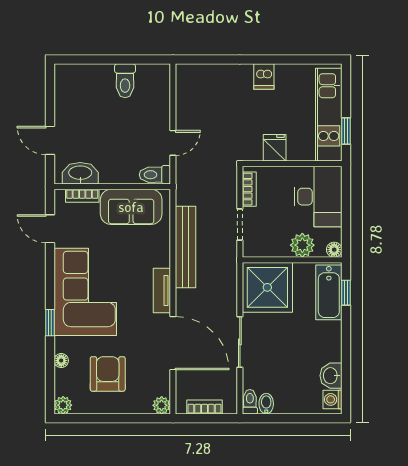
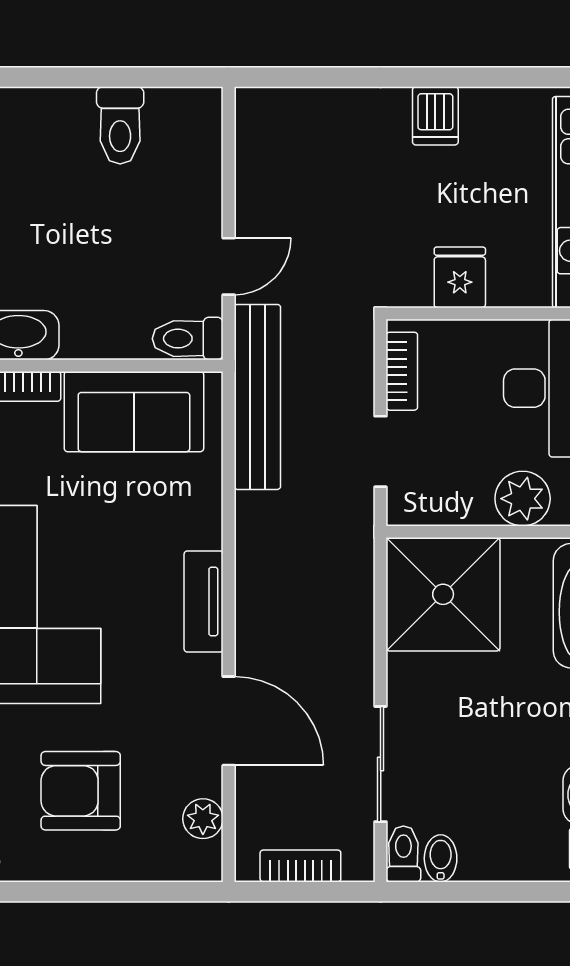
bench: (186, 247) -> (257, 397), moved
sliding door: (240, 342) -> (381, 764), moved
door: (173, 343) -> (229, 721), width x0.73
armchair: (108, 374) -> (81, 791), turned -90
plant: (162, 405) -> (203, 819), moved

